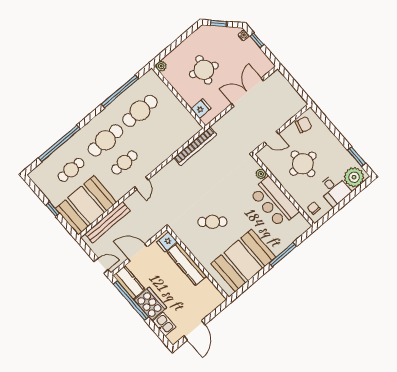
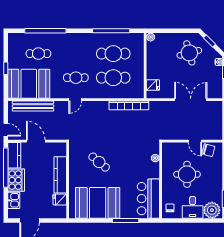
round table: (204, 70) -> (189, 53), moved, turned -34
door: (271, 138) -> (195, 141), moved
cafe table: (105, 140) -> (113, 78), moved
bar counter: (274, 202) -> (148, 199), moved
fridge: (167, 242) -> (60, 199), moved

